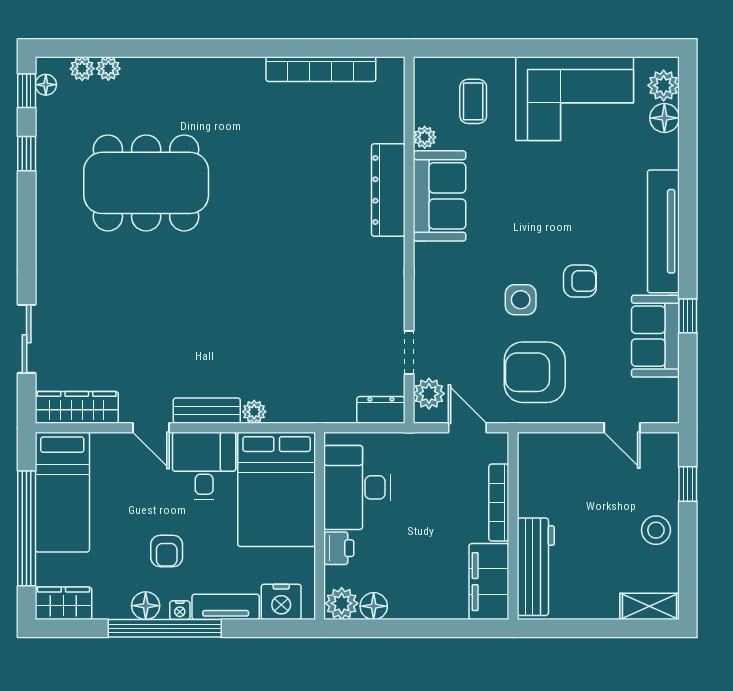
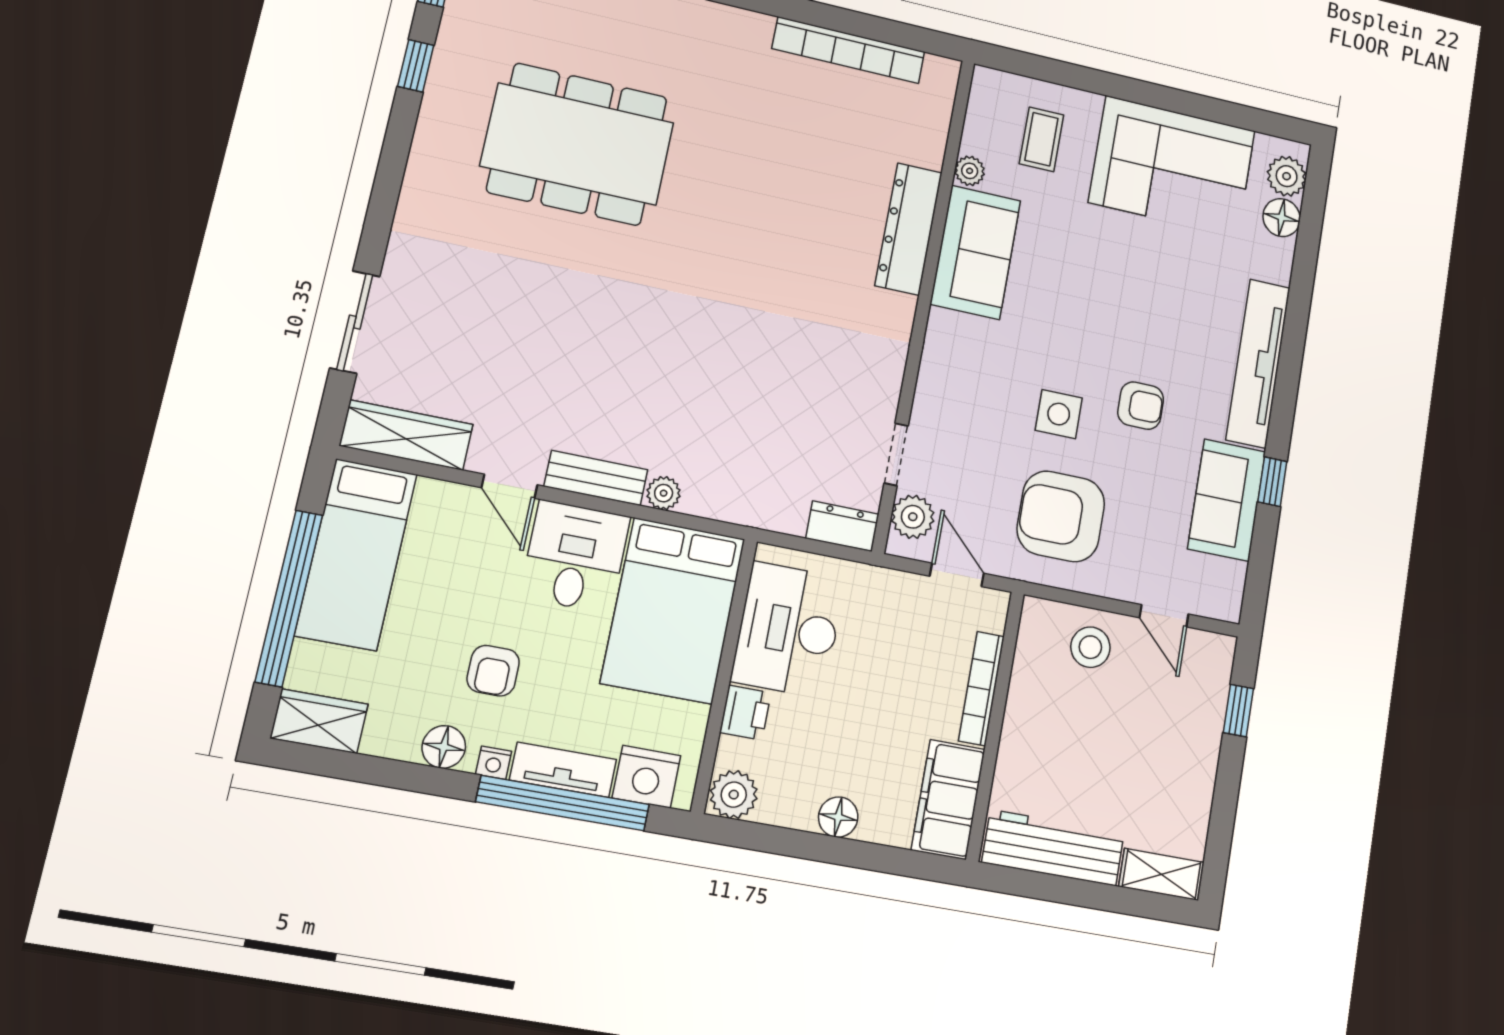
stool: (656, 530) -> (1090, 647), moved
workbench: (536, 567) -> (1053, 848), moved, turned -90
floor lamp: (374, 606) -> (838, 817), moved
window: (165, 628) -> (563, 803), moved

